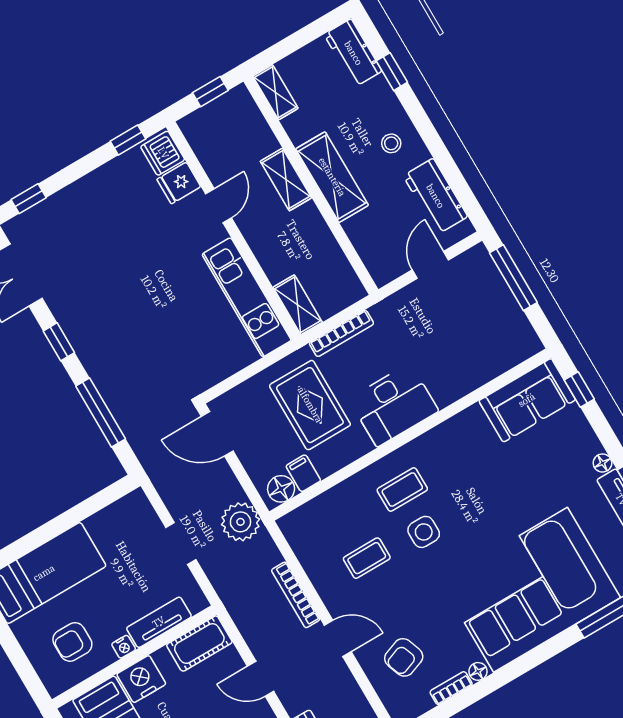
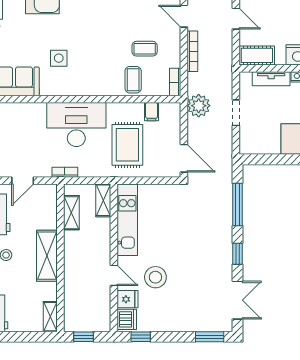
shelving: (286, 180) -> (71, 213), moved
window: (29, 199) -> (210, 337), width x1.50
door: (219, 206) -> (114, 275), swing flipped
stool: (157, 238) -> (155, 277), added
bookcase: (341, 333) -> (65, 172), moved, width x0.64
desk: (394, 405) -> (76, 125), width x1.36, depth x1.30
floor lamp: (281, 489) -> (168, 110), removed
coffee table: (402, 490) -> (133, 80), moved, turned 90
side table: (424, 532) -> (59, 58), moved
bookcase: (294, 536) -> (175, 82), added

